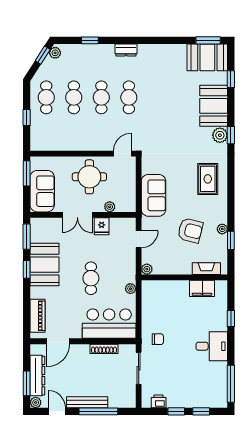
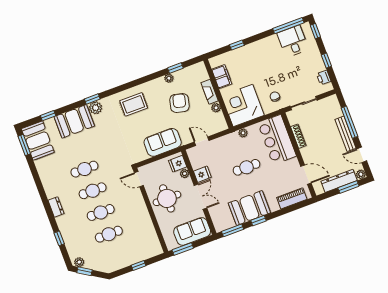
cafe table: (46, 97) -> (84, 169), moved
fridge: (123, 203) -> (178, 164), added
plant: (147, 269) -> (216, 108), moved
fireplace: (206, 269) -> (210, 92), moved
corner desk: (161, 300) -> (243, 105), added
desk: (212, 346) -> (293, 41), moved
door: (57, 411) -> (362, 155), hinge flipped
window: (201, 411) -> (315, 31), moved

